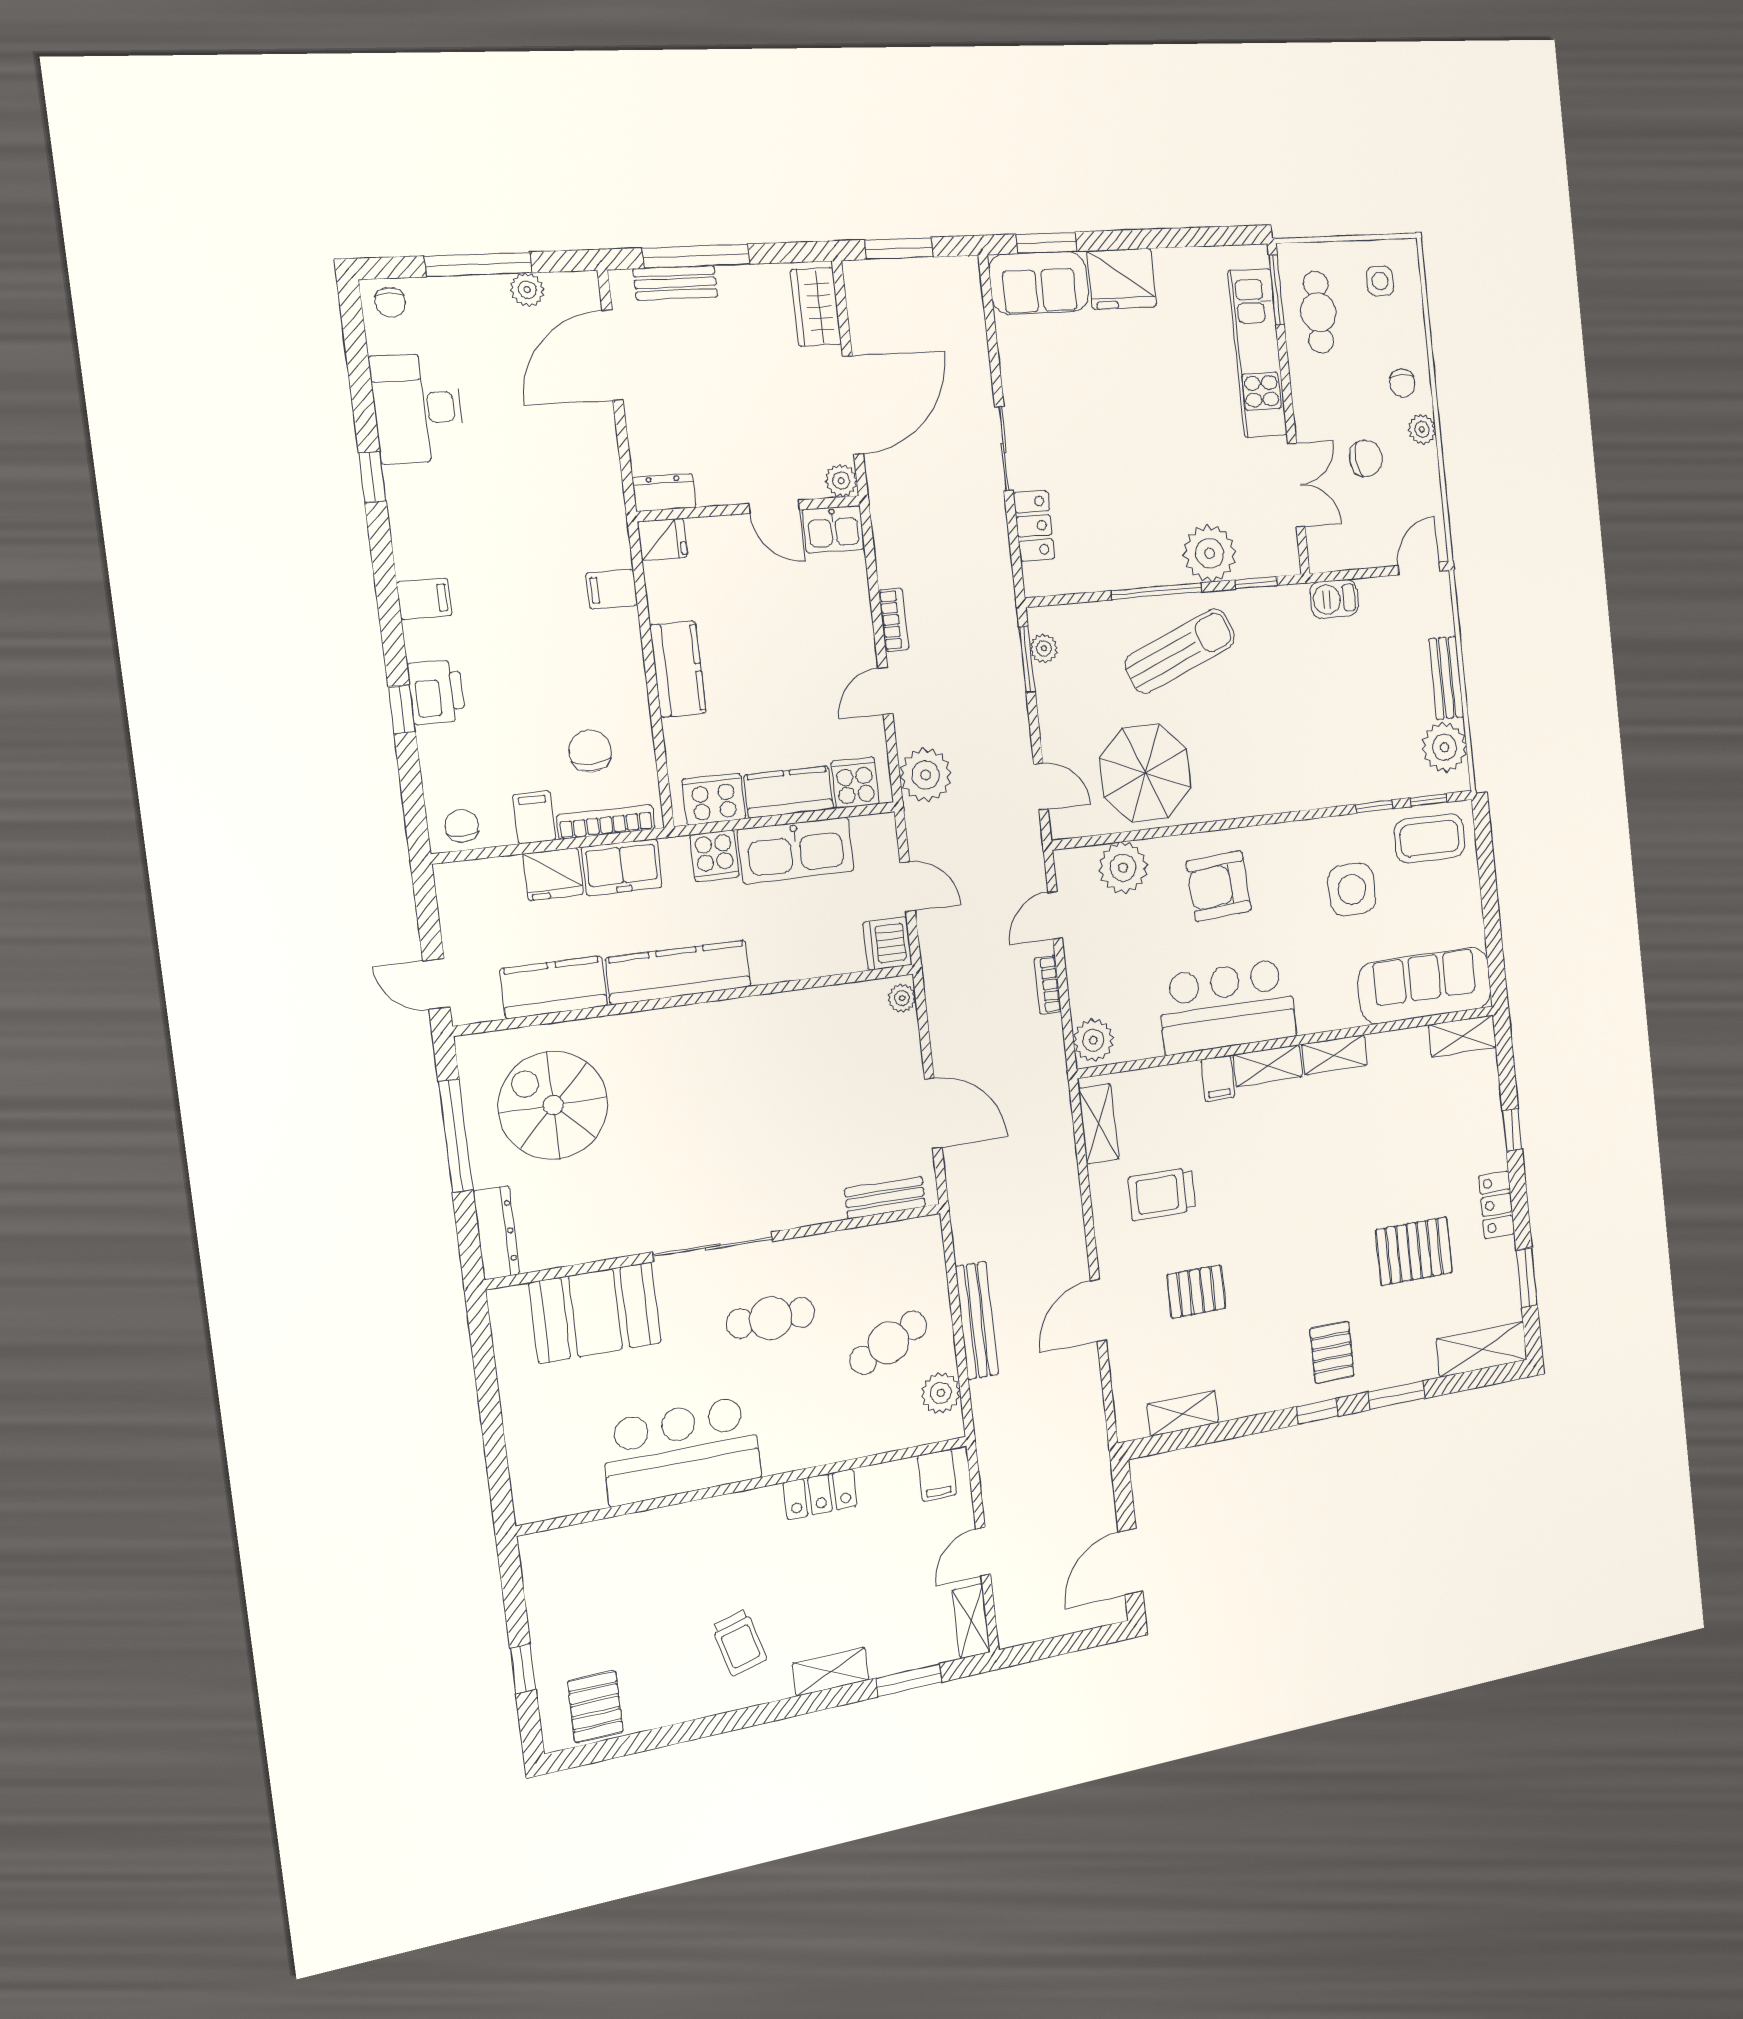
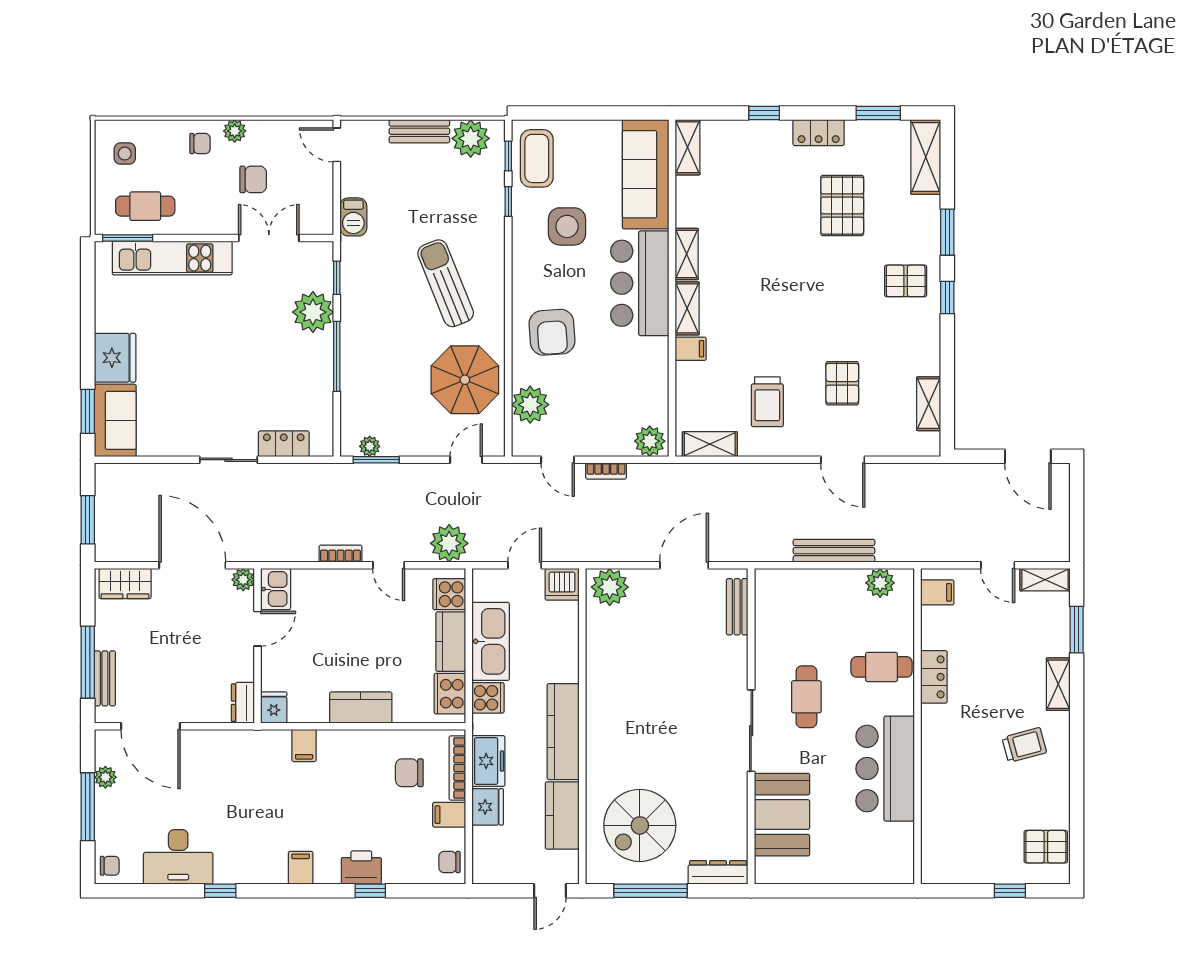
chair: (1366, 458) -> (253, 179), turned 95
sun lounger: (1180, 651) -> (446, 283), moved
plant: (902, 998) -> (610, 587), width x1.87, depth x1.87
bar counter: (1227, 1007) -> (640, 283), moved
cafe table: (888, 1343) -> (882, 667), moved, turned -65

